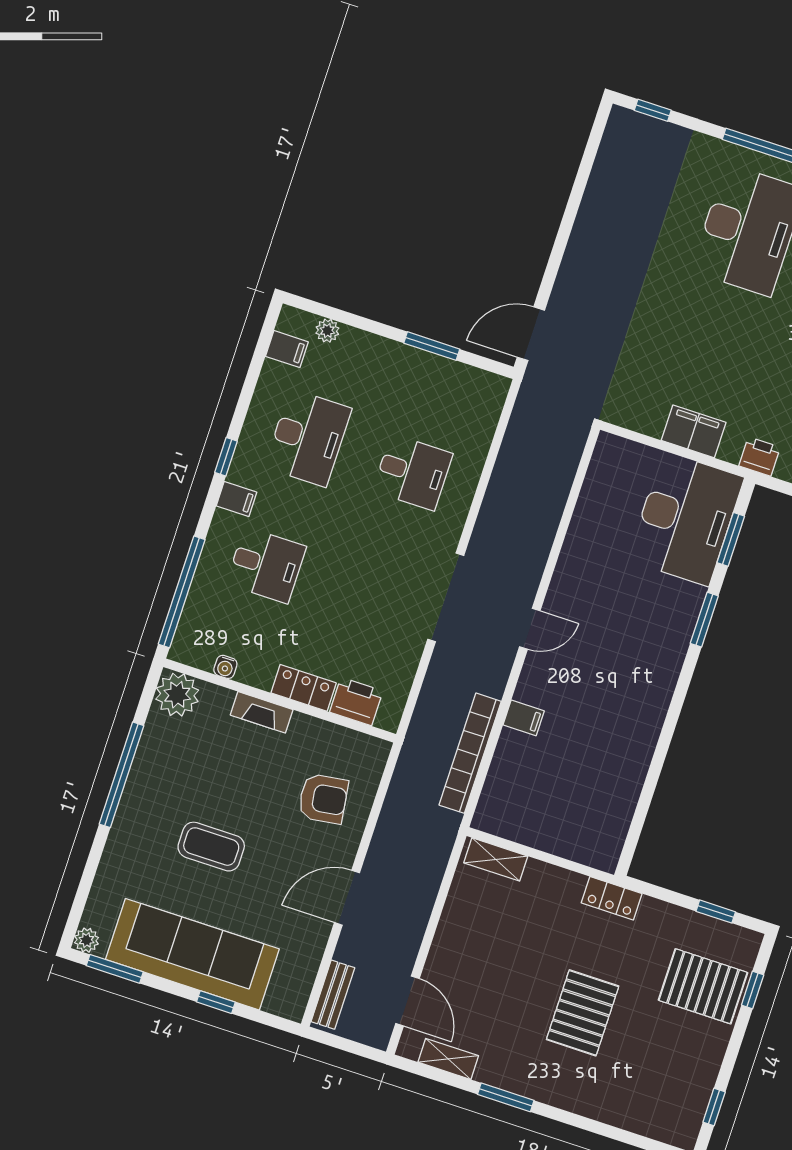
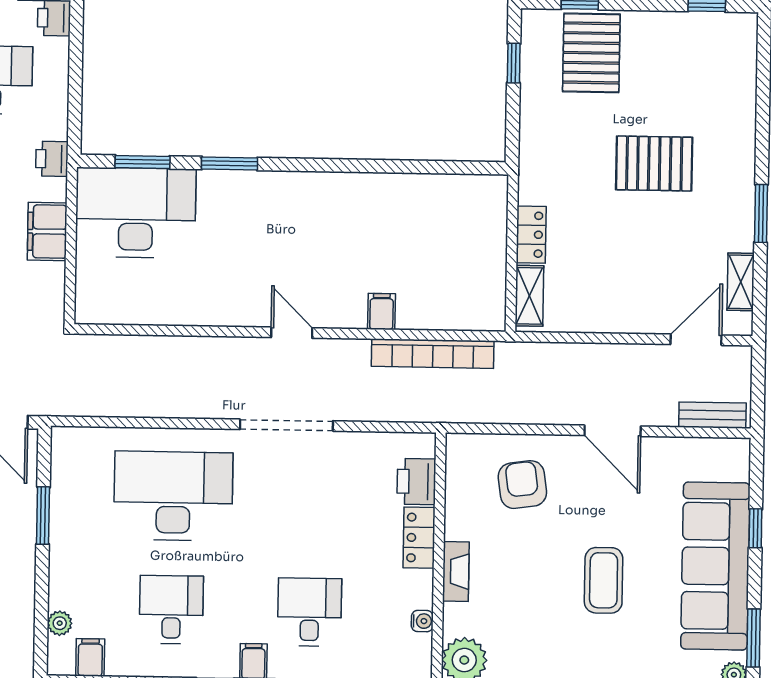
desk: (308, 438) -> (171, 610), width x0.73
desk: (413, 472) -> (173, 496), width x1.87, depth x1.30
locker: (612, 898) -> (531, 235), moved

